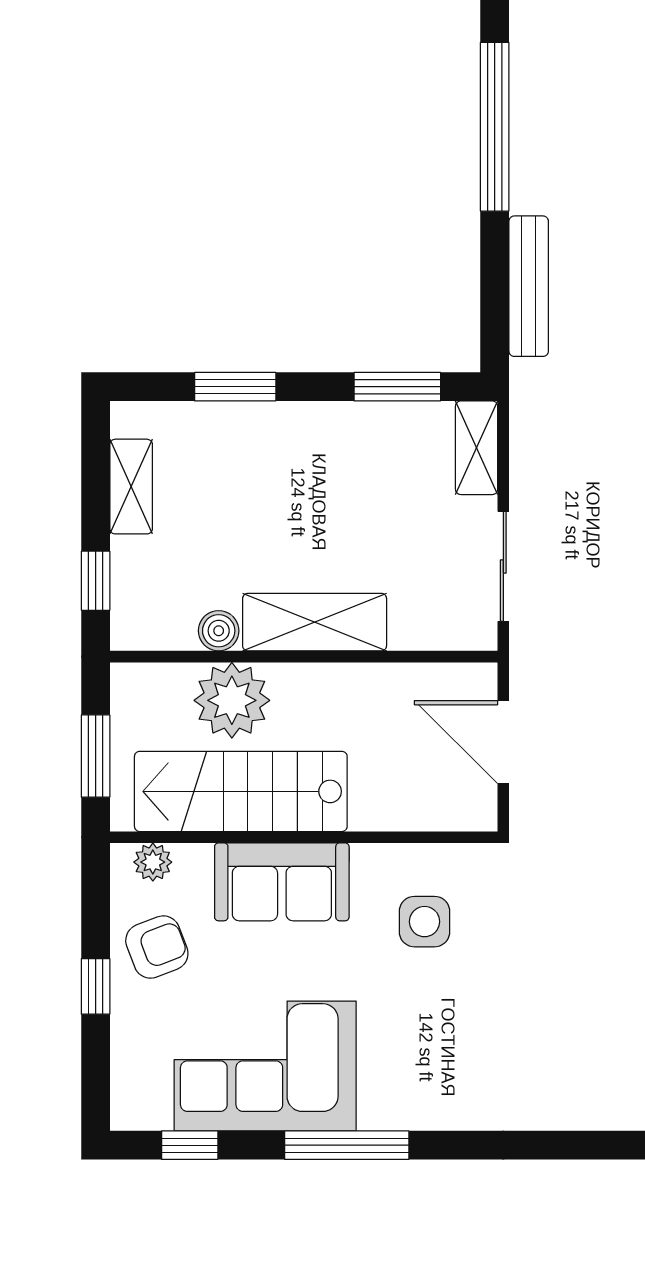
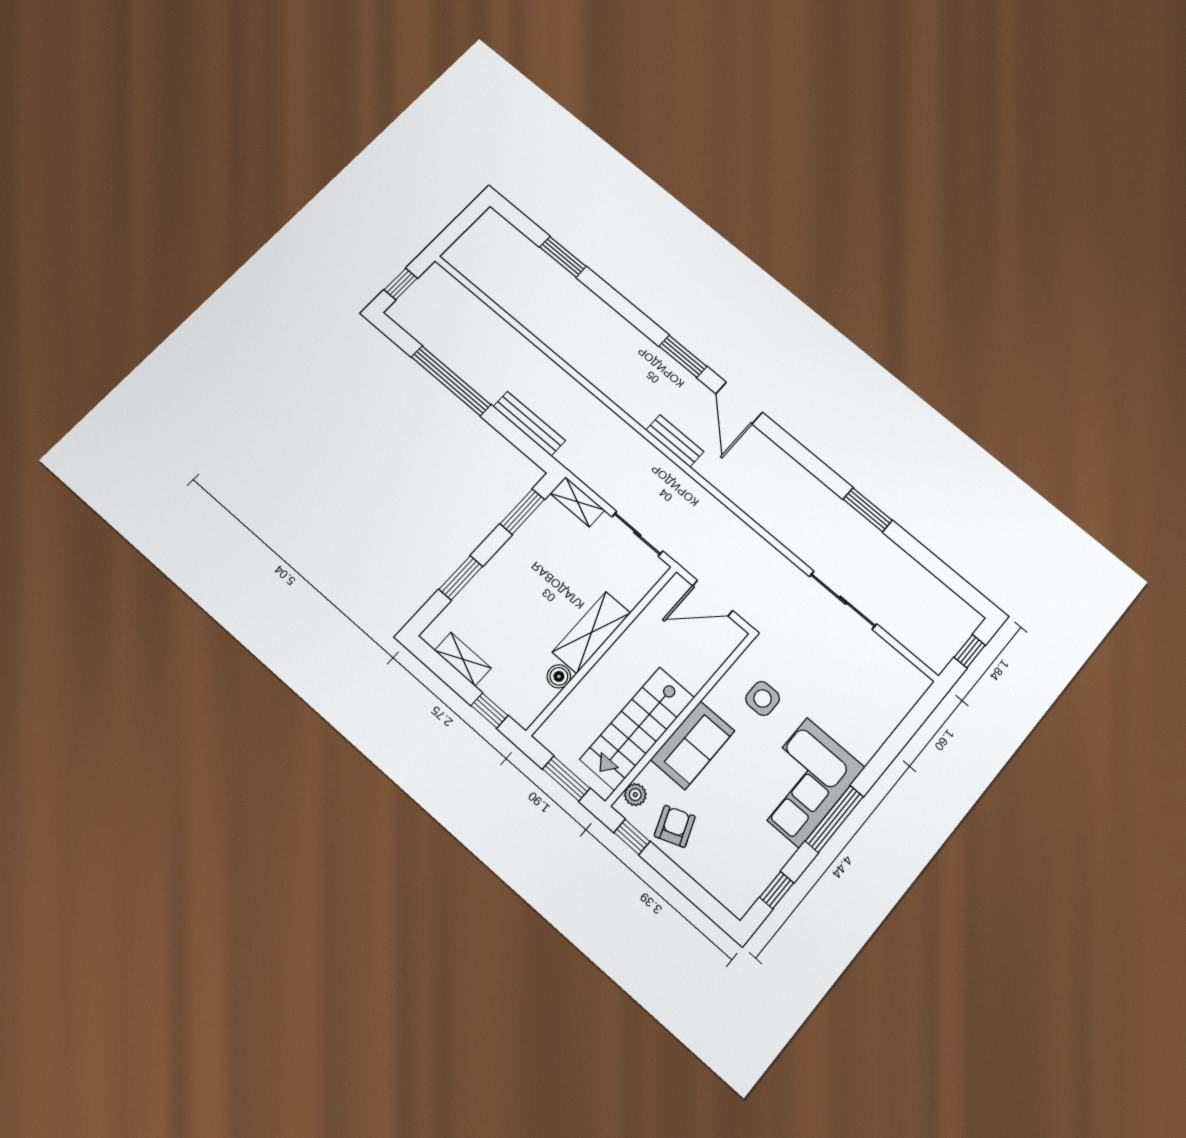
plant: (232, 700) -> (594, 697), removed
window: (96, 986) -> (632, 837), moved
corner sofa: (265, 1066) -> (803, 782), moved

